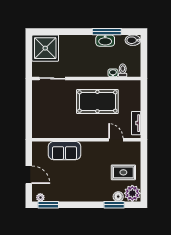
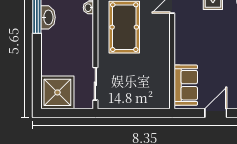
sofa: (65, 151) -> (186, 85), moved

